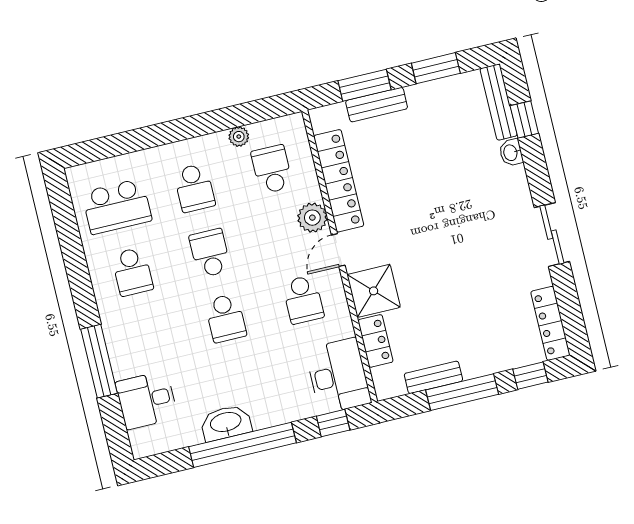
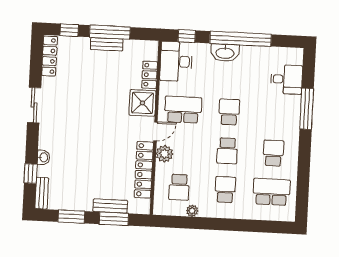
bench: (499, 102) -> (42, 193), width x0.73
school desk: (303, 300) -> (183, 110), width x1.85
bench: (433, 377) -> (107, 44), moved
washbasin: (226, 423) -> (225, 53), moved

